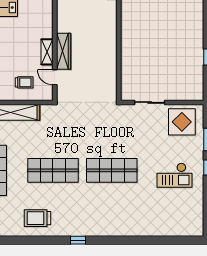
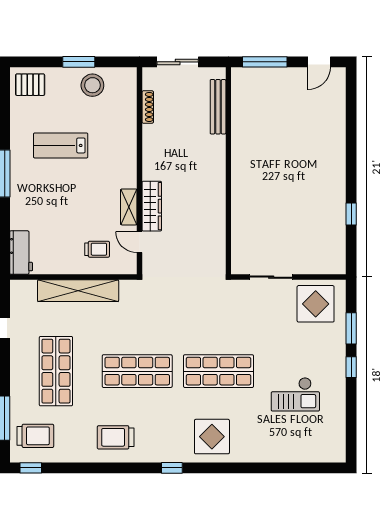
checkout: (174, 175) -> (295, 394), moved
display table: (107, 218) -> (212, 437), added

